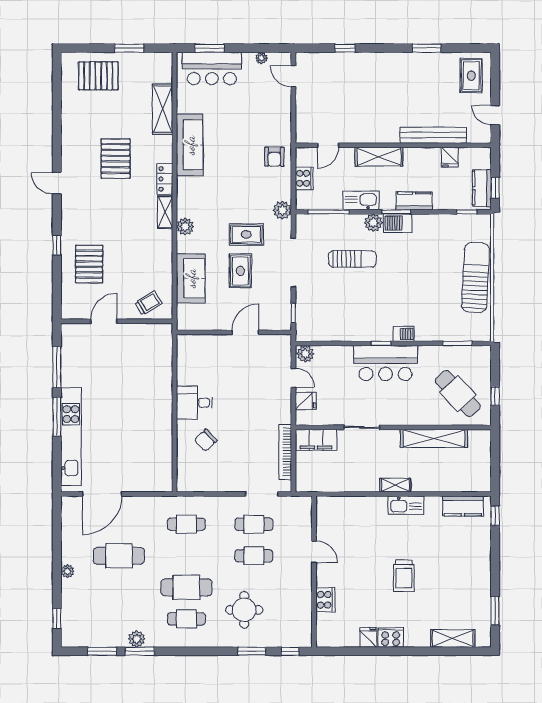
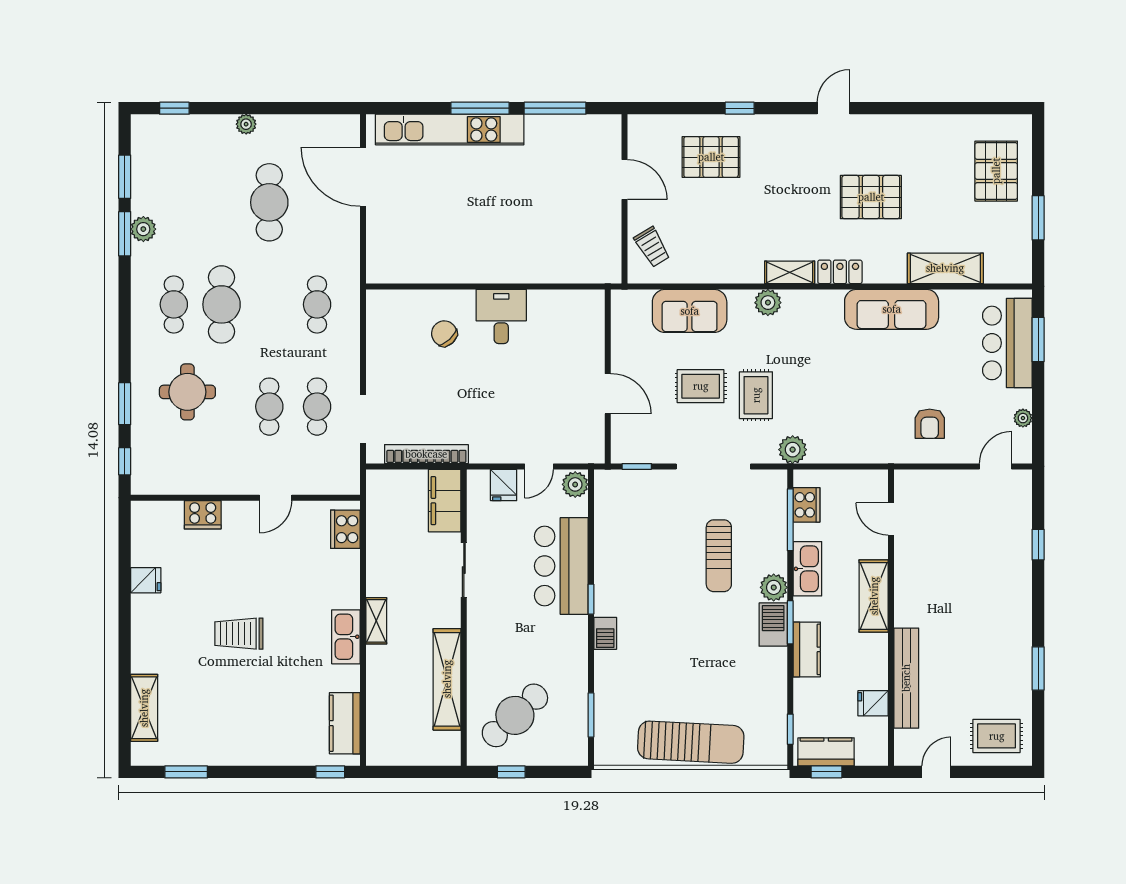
armchair: (274, 157) -> (930, 424), moved, turned -90
cooker: (304, 178) -> (806, 505), moved, turned -90
bar counter: (385, 363) -> (561, 566), moved
cooker: (391, 638) -> (345, 529), moved, turned 180

